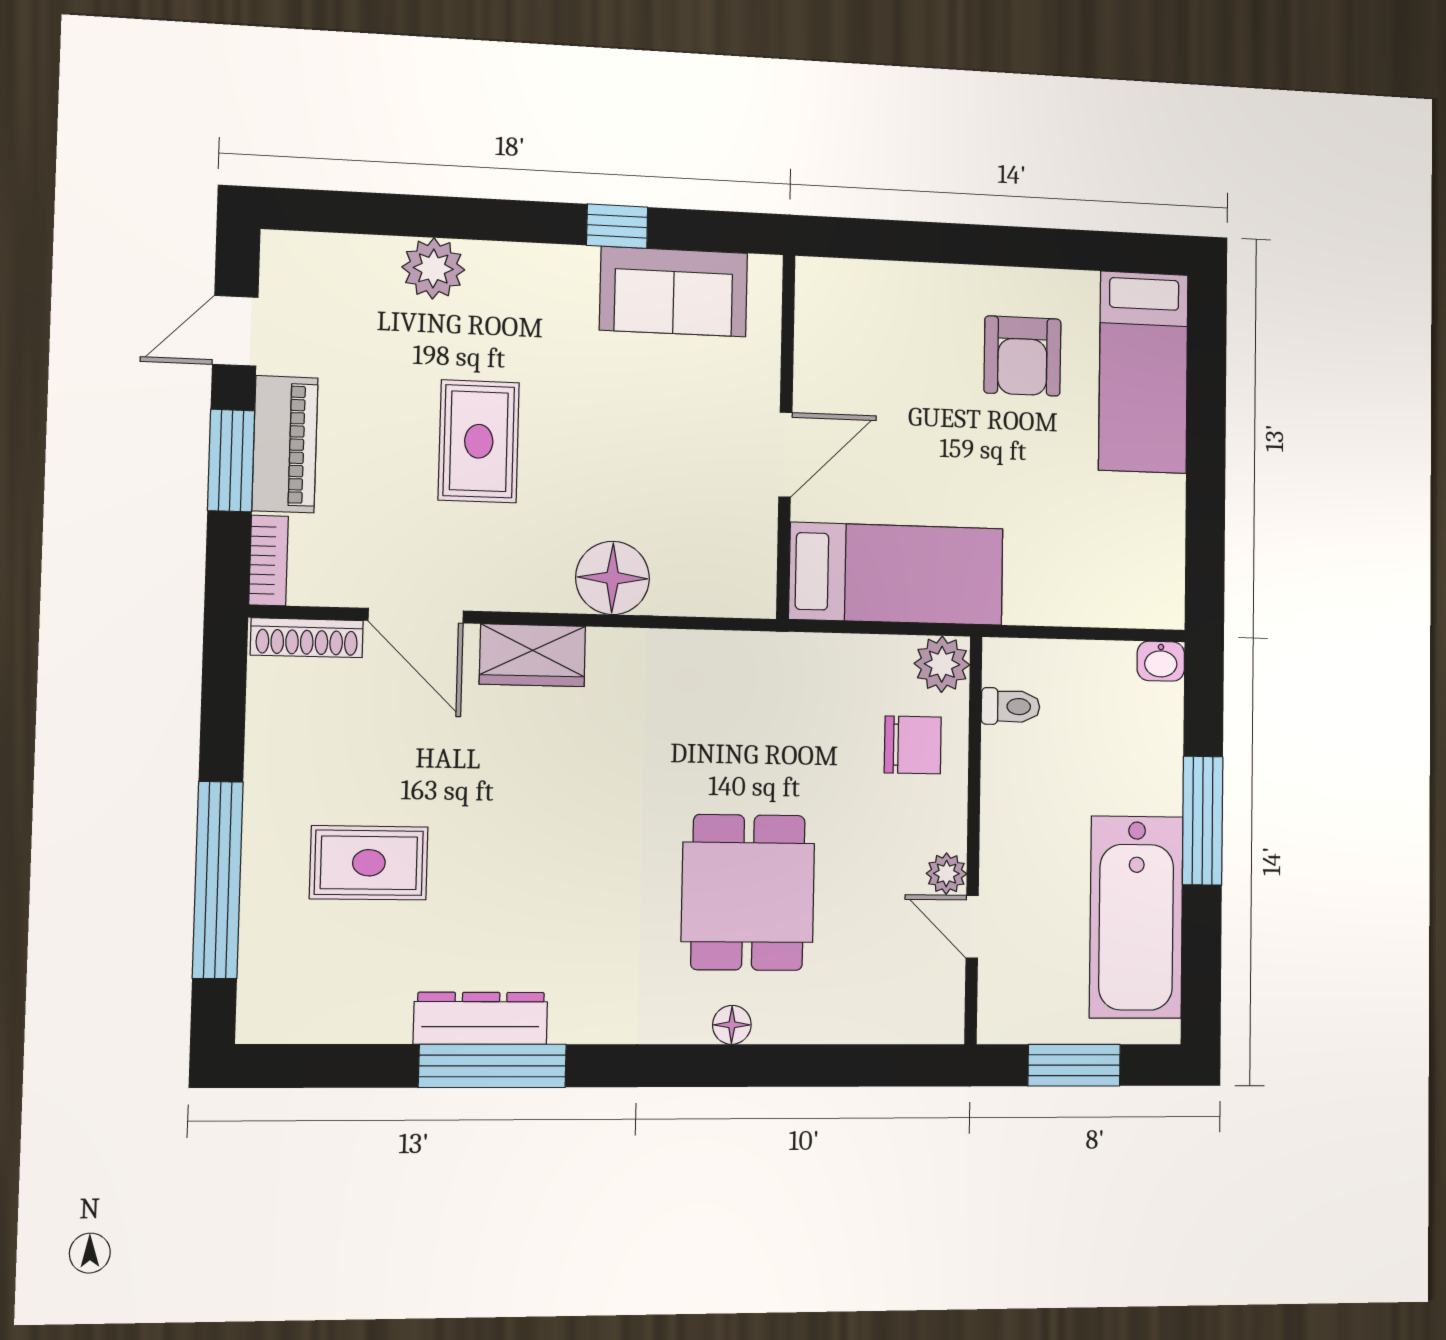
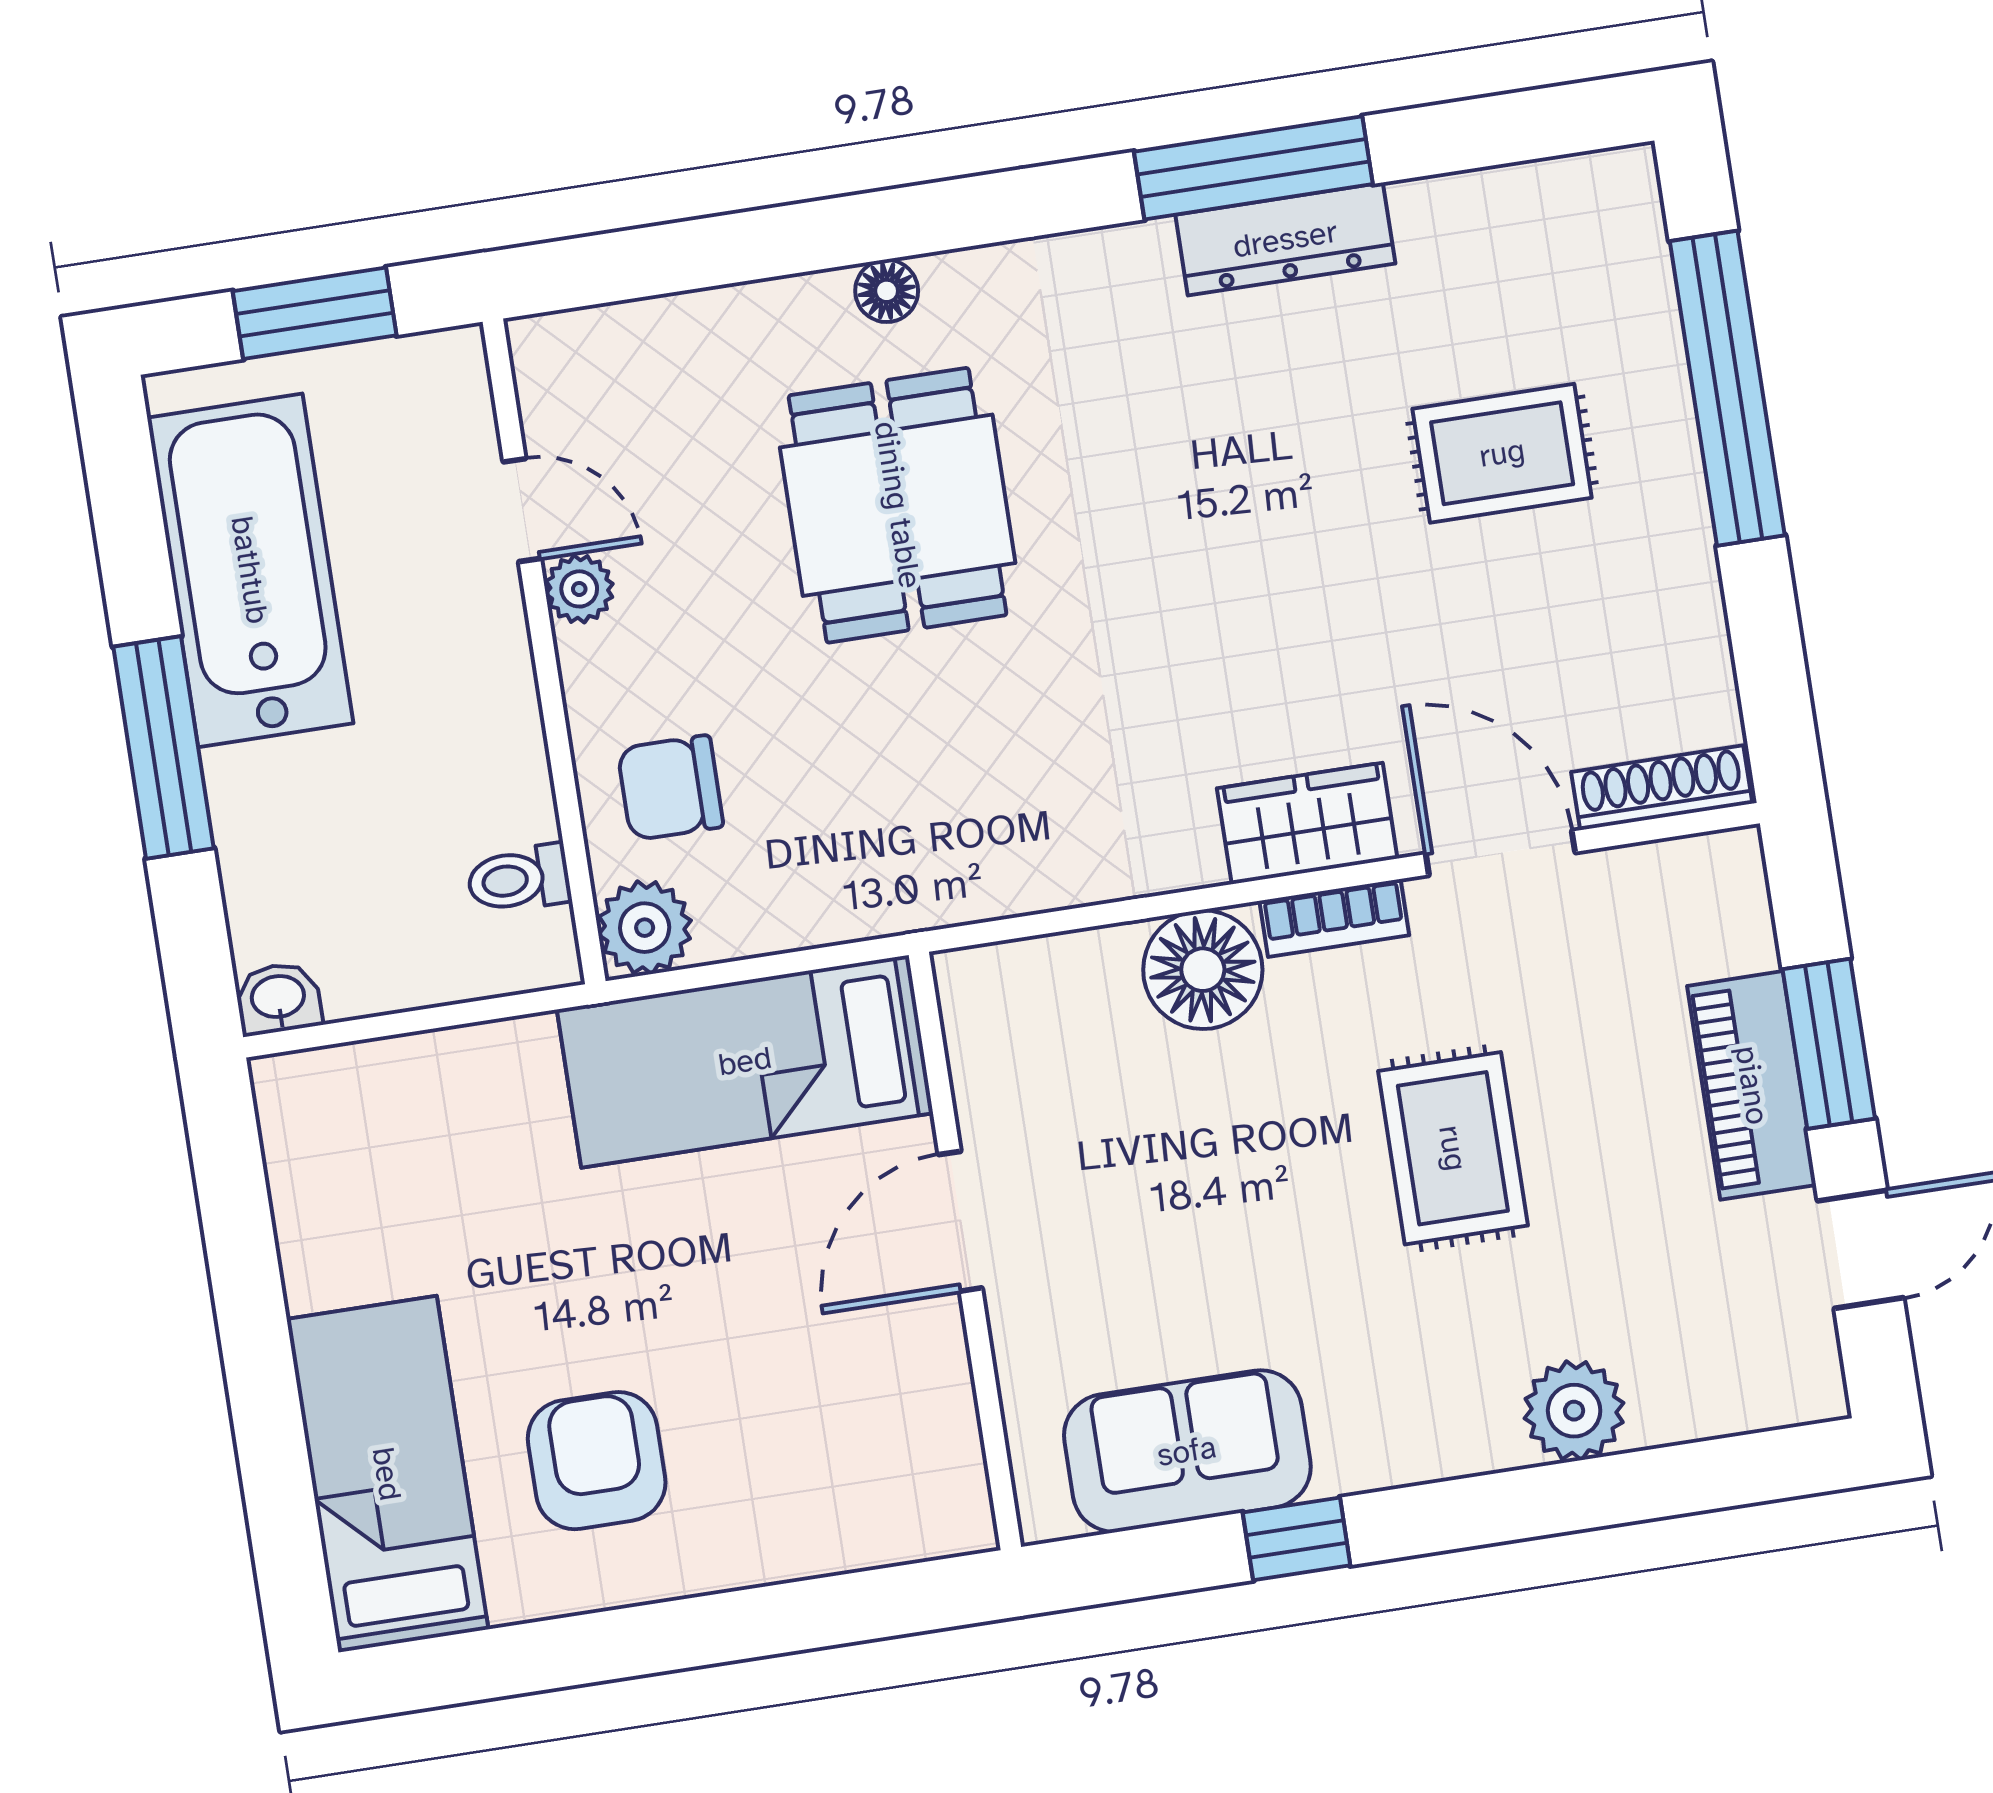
bookcase: (268, 560) -> (1334, 918), moved, turned -90

